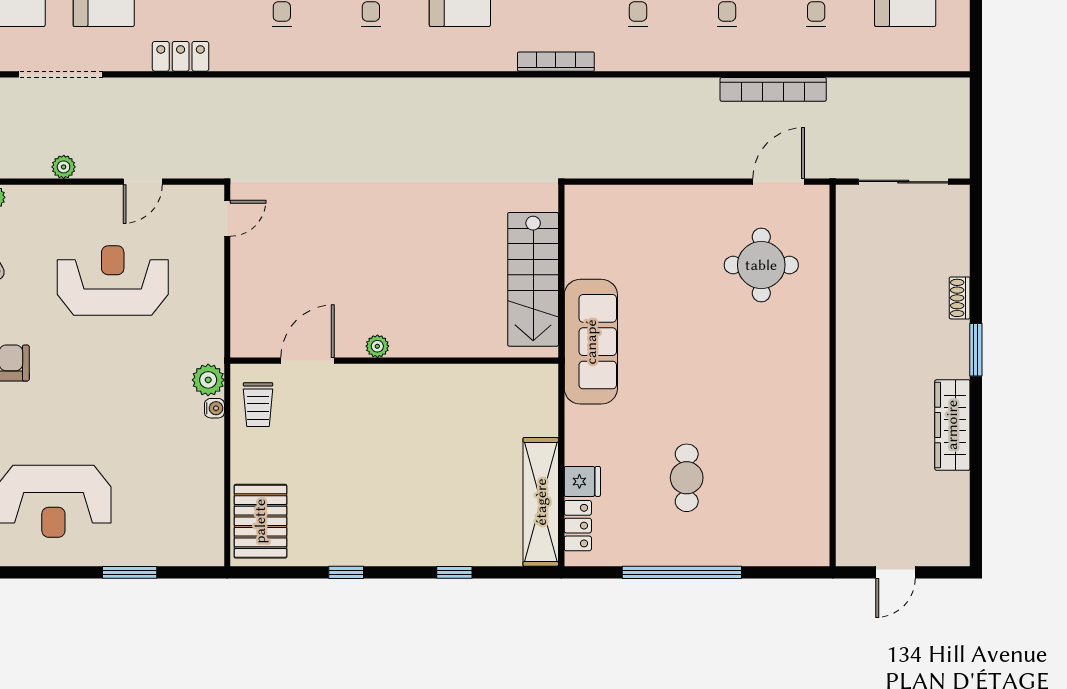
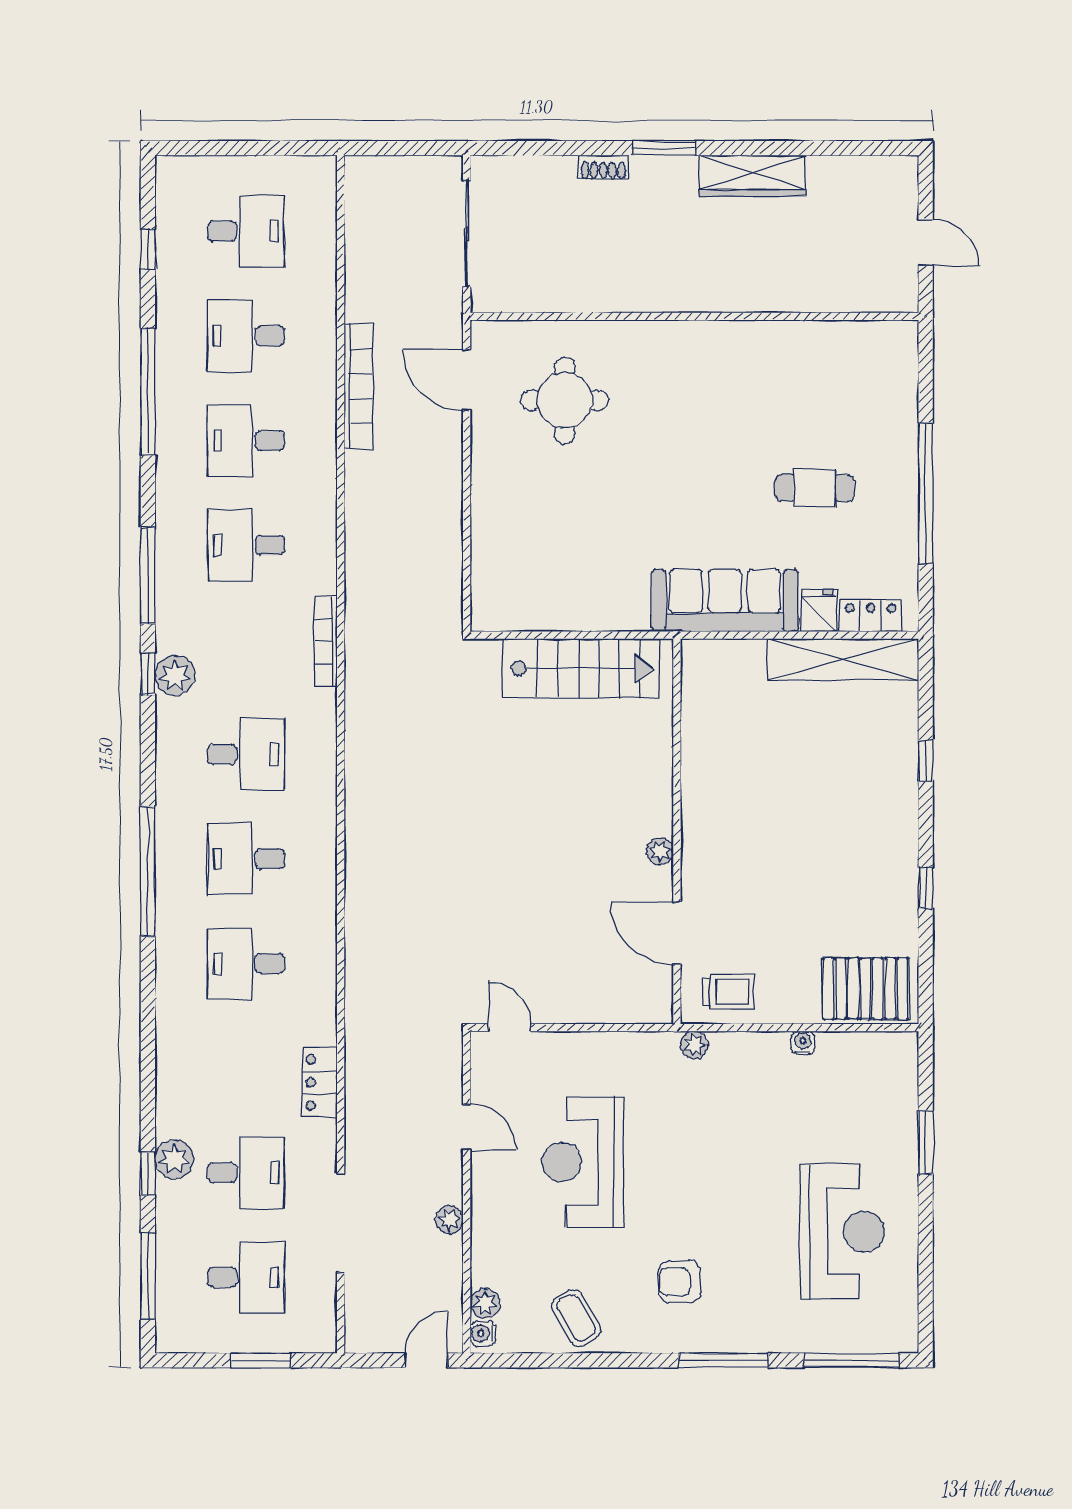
sofa: (591, 342) -> (725, 601), moved
plant: (208, 380) -> (694, 1045), width x0.73, depth x0.73
water cooler: (214, 408) -> (803, 1043), moved

